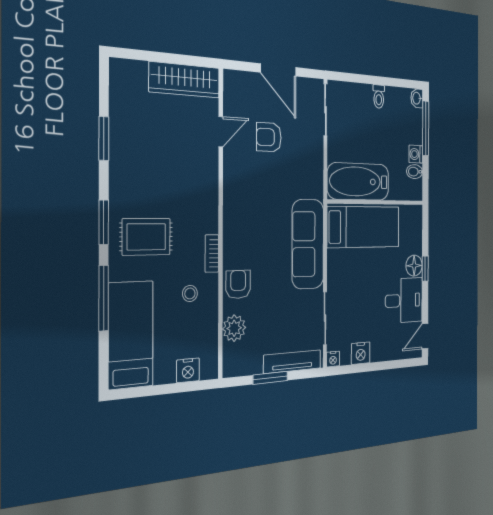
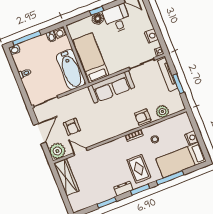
plant: (238, 87) -> (57, 151), added
washing machine: (416, 154) -> (60, 33), moved
dresser: (119, 187) -> (123, 189), added
nightstand: (188, 370) -> (191, 138), moved

